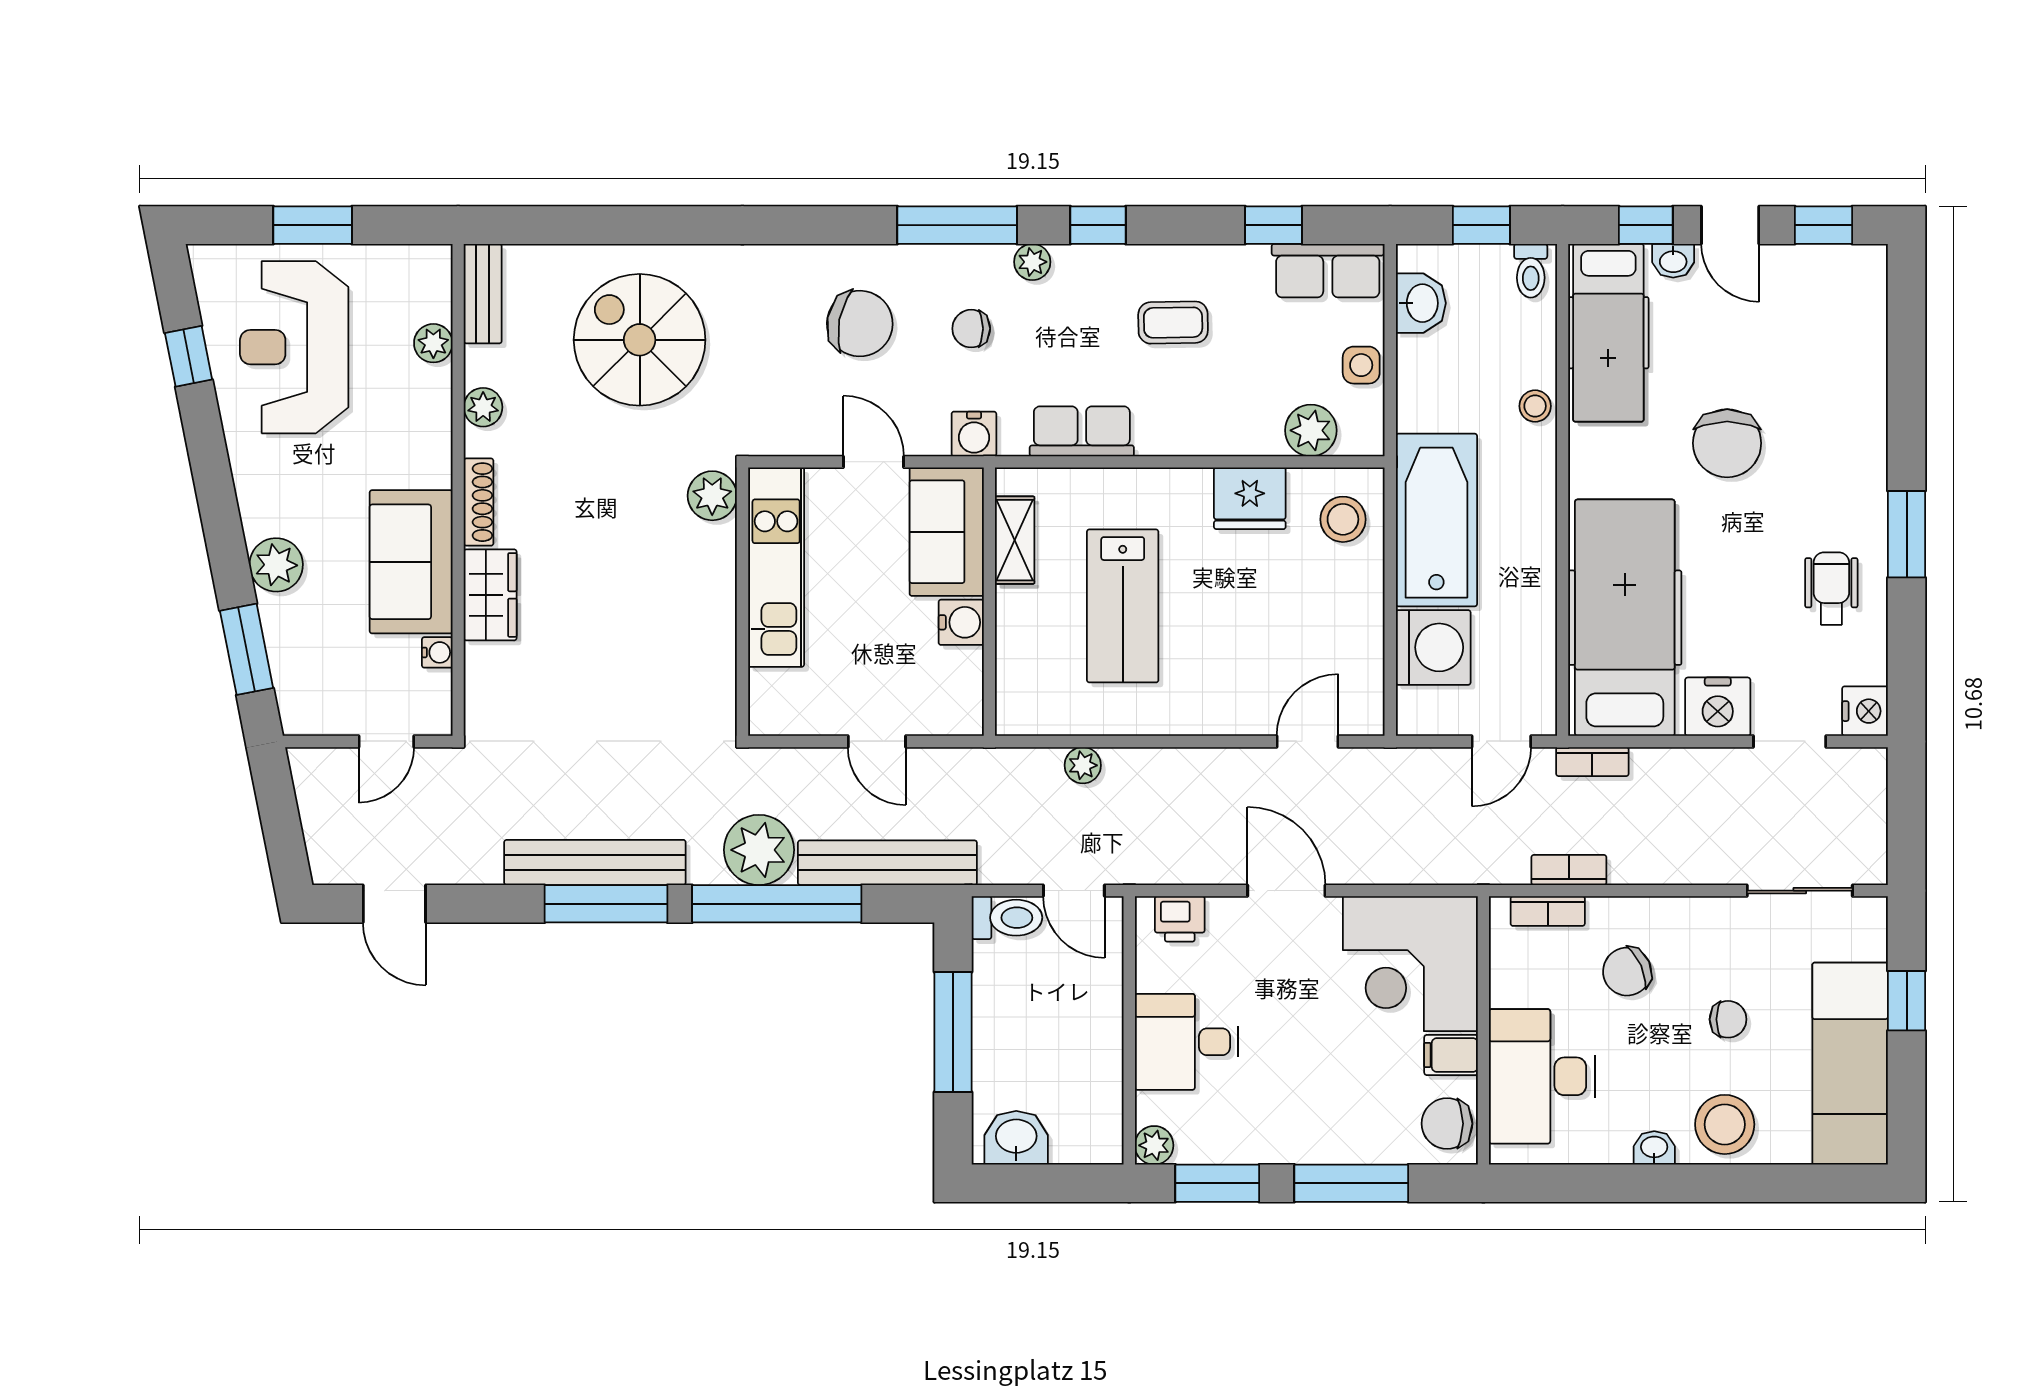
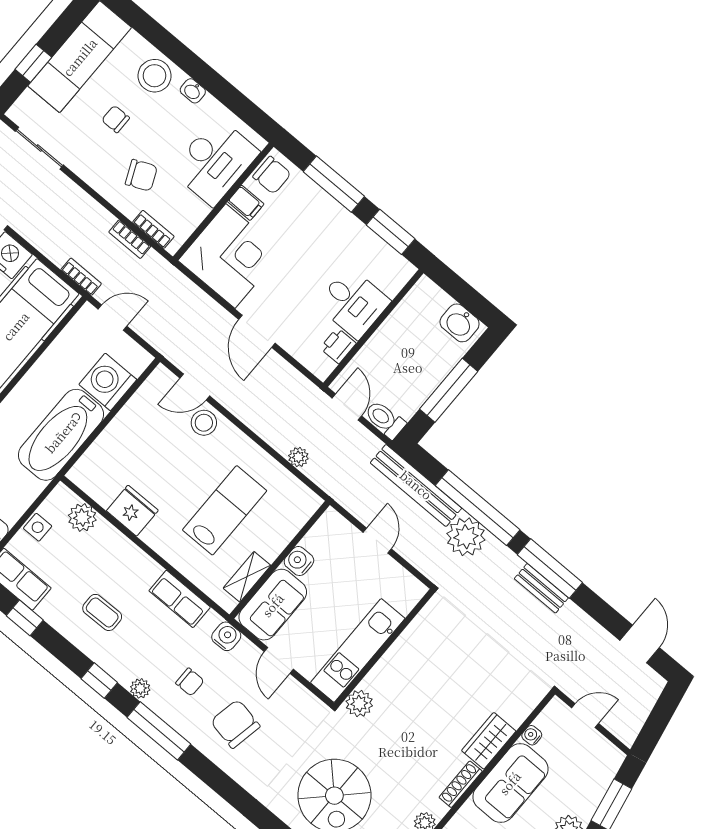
stool: (1343, 519) -> (204, 423), moved
bench: (595, 862) -> (541, 588), width x0.54, depth x0.82
printer: (1180, 919) -> (338, 346), moved, turned -90
plant: (1154, 1145) -> (404, 270), removed

